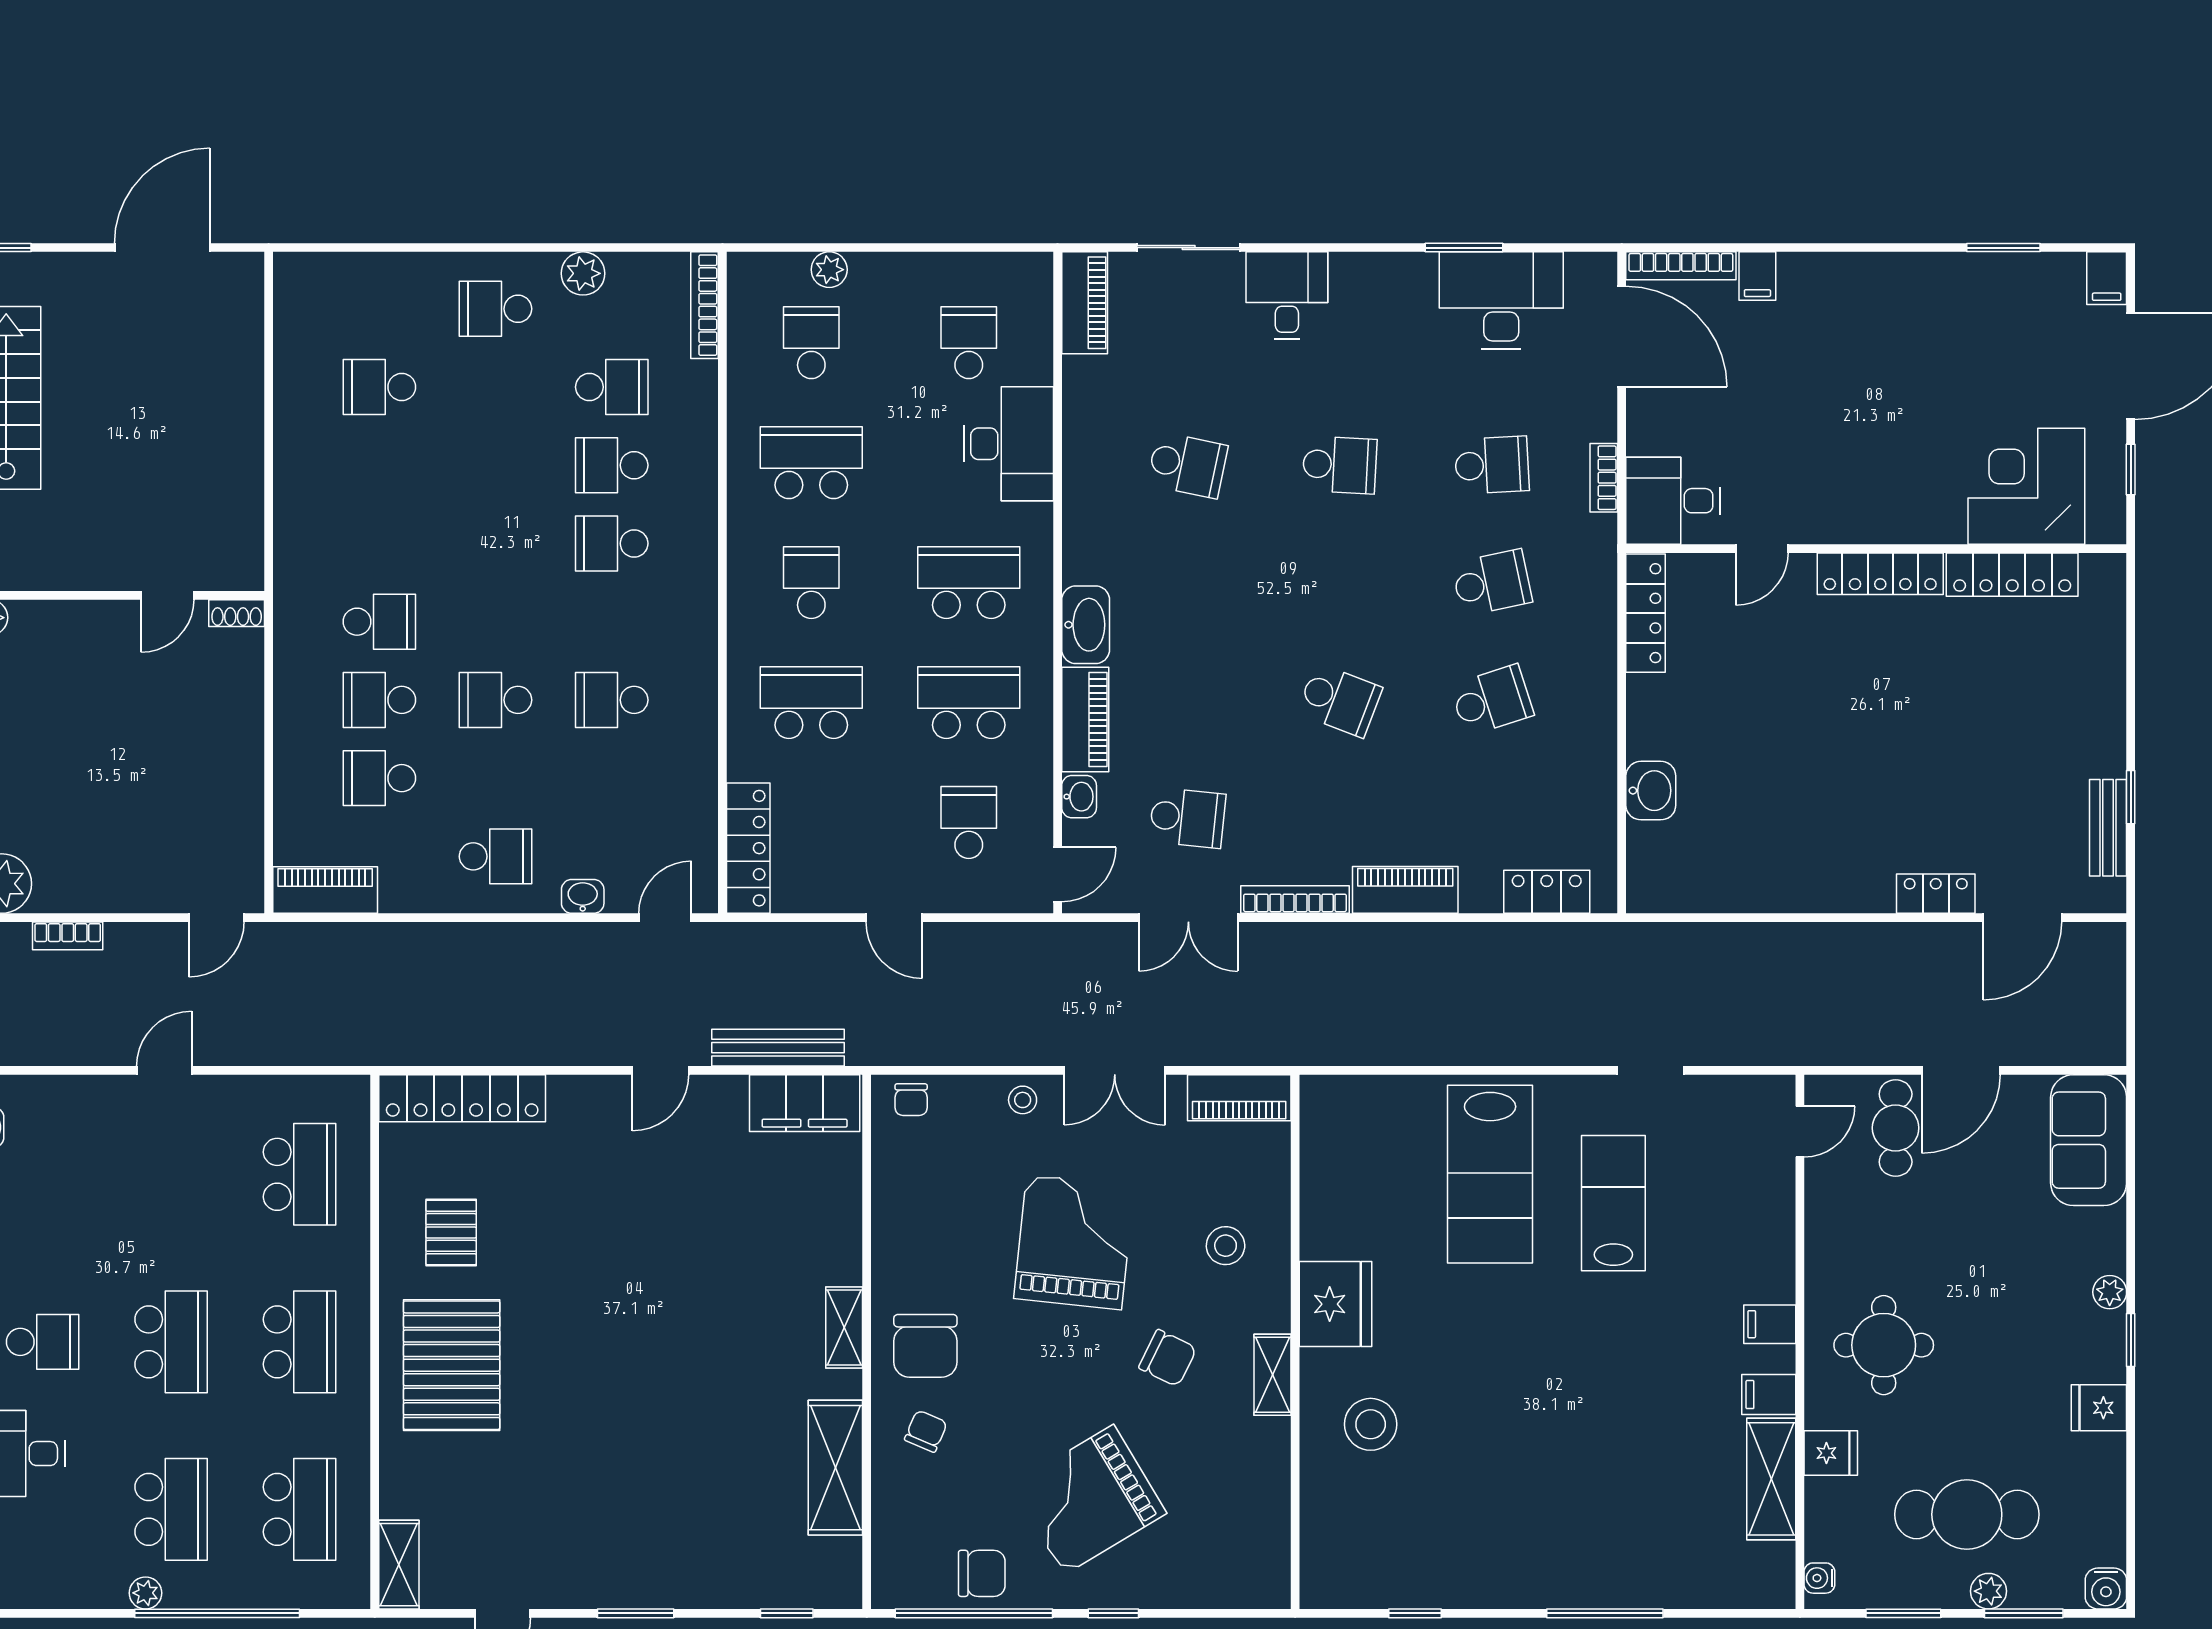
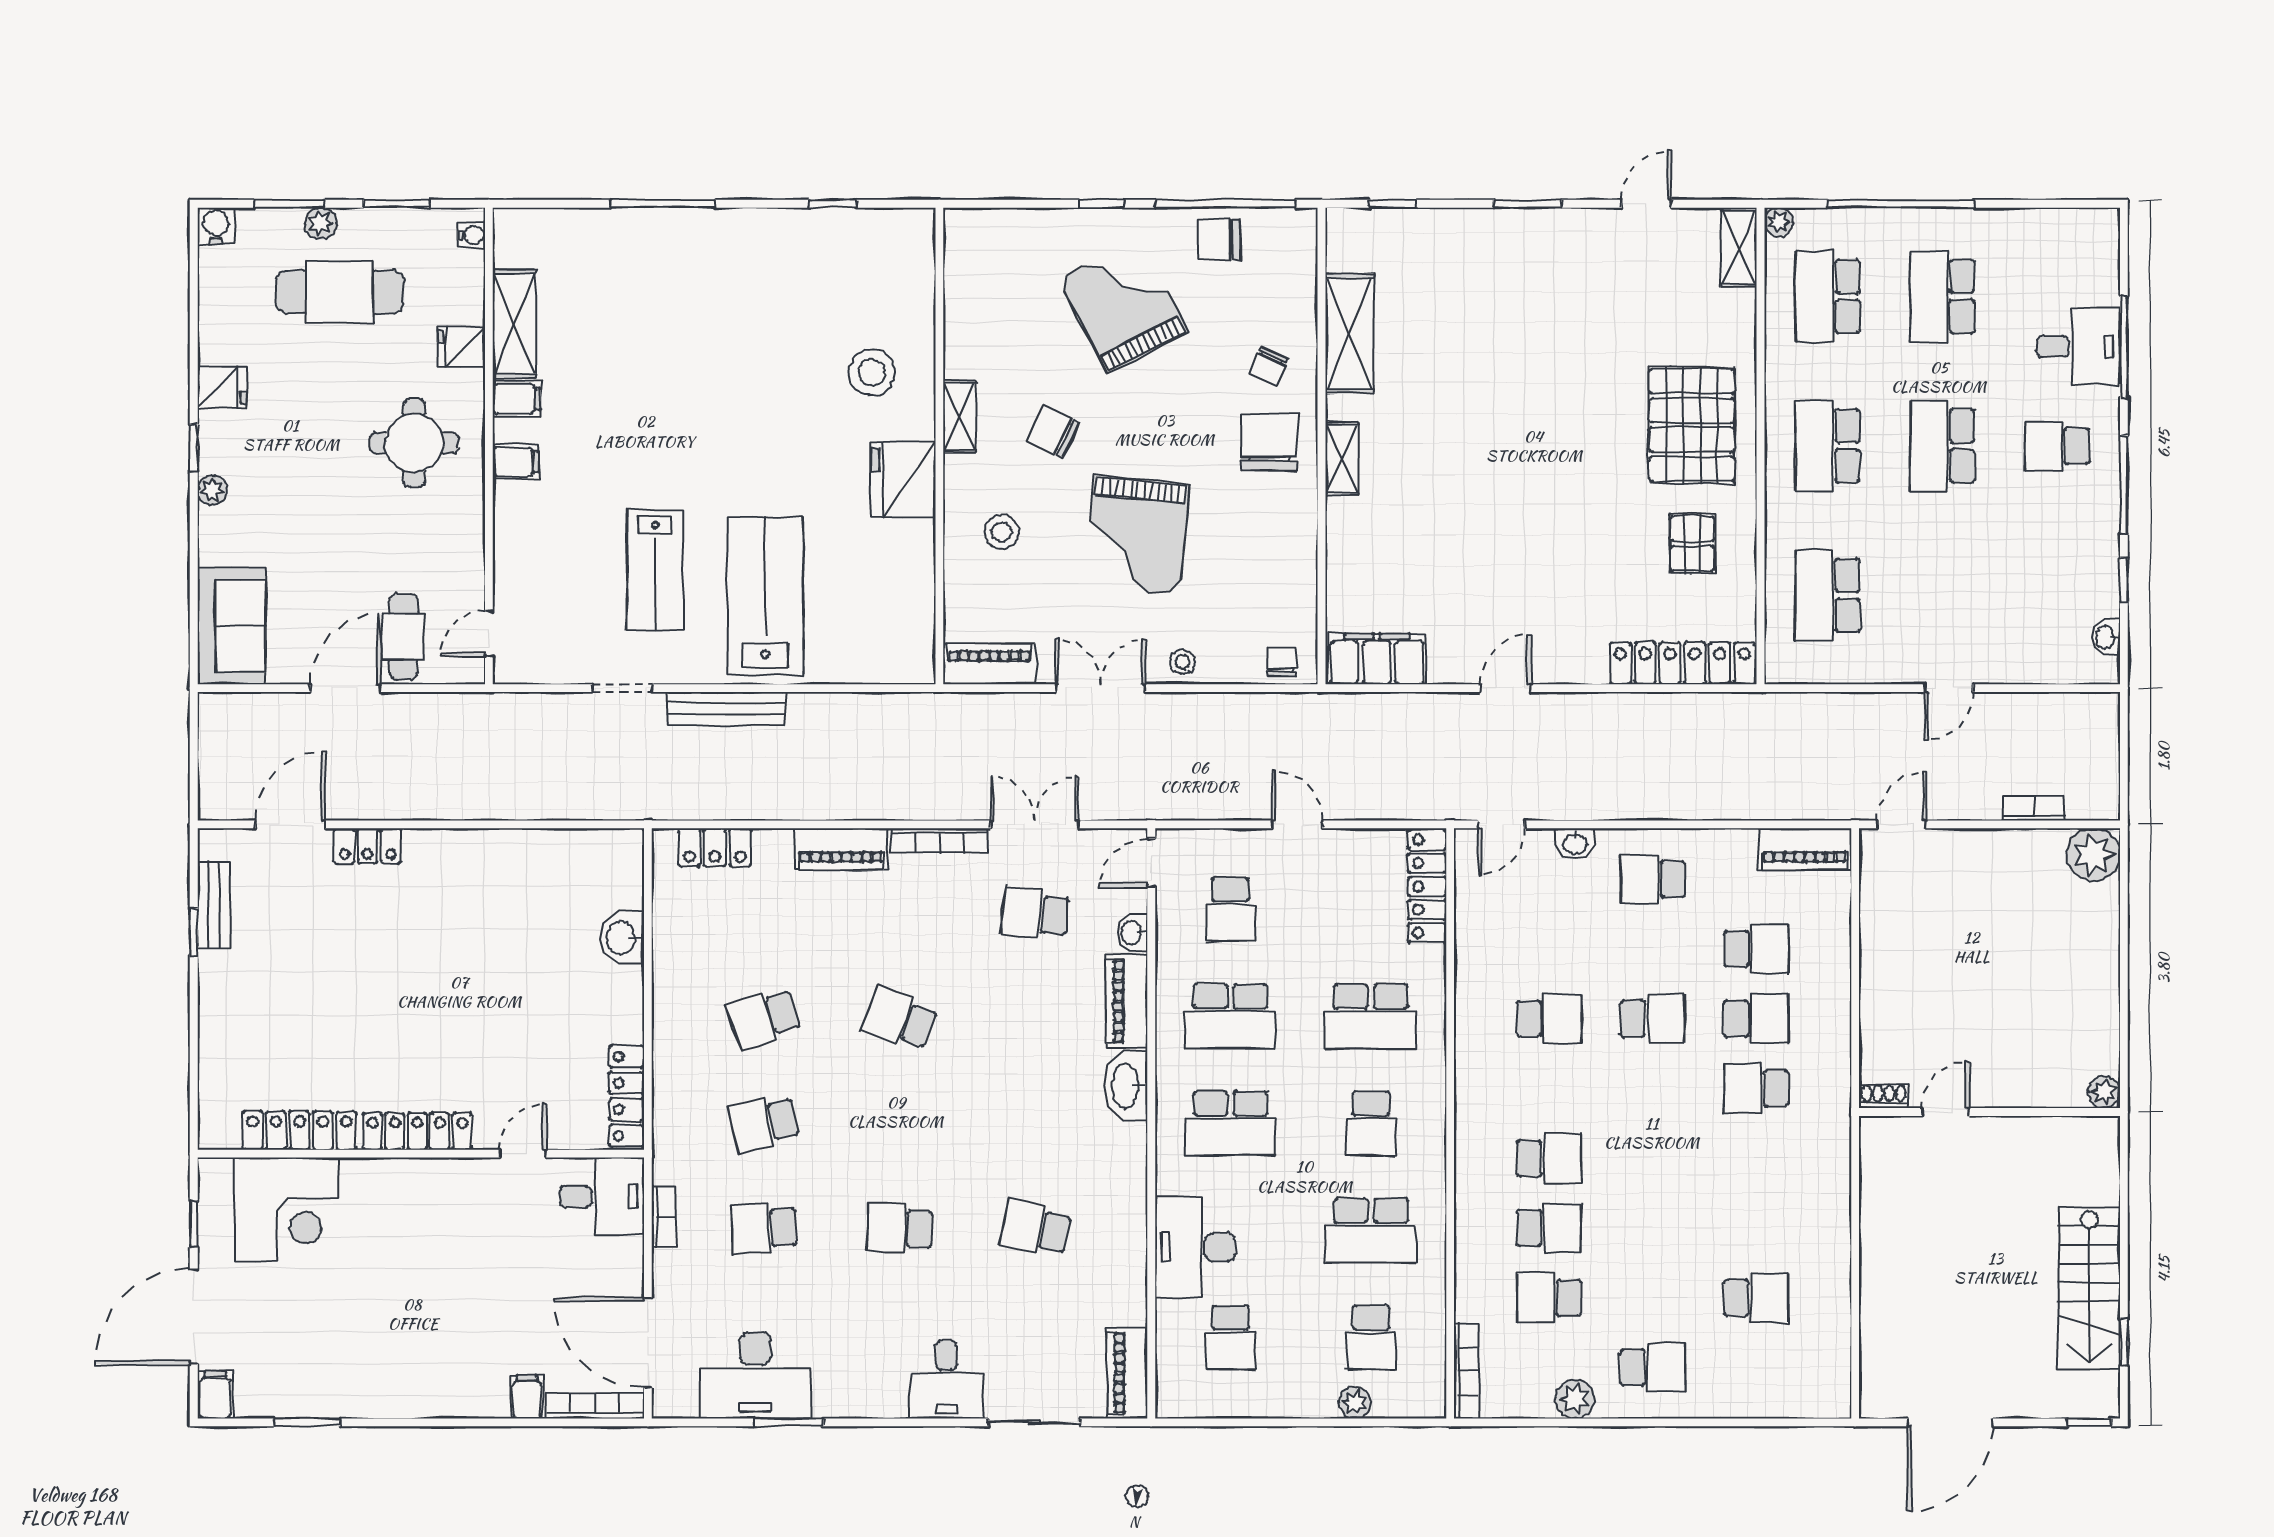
bench: (778, 1048) -> (726, 708), moved
grand piano: (1089, 1500) -> (1123, 305), turned -86
plant: (146, 1593) -> (1779, 222), moved

